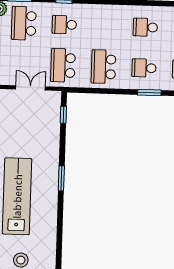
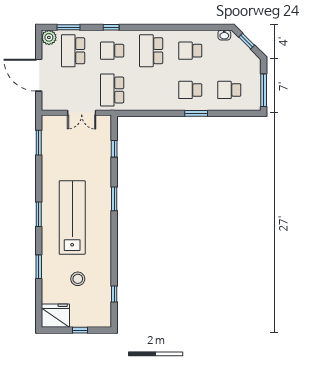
school desk: (103, 67) -> (151, 51), moved
double door: (31, 88) -> (82, 113), swing flipped
window: (63, 115) -> (114, 149), moved

